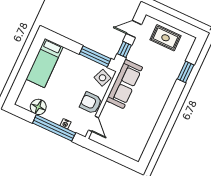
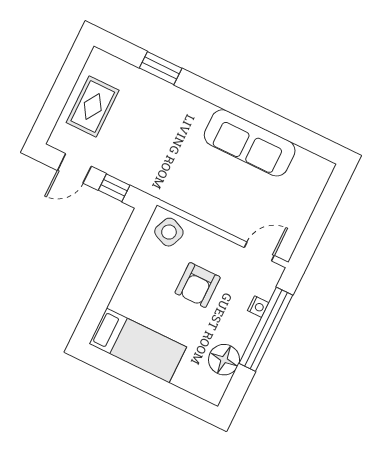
door: (134, 29) -> (74, 168), hinge flipped
window: (95, 56) -> (127, 246), removed
sofa: (124, 84) -> (250, 143), moved, turned 180
armchair: (91, 103) -> (198, 285), moved

